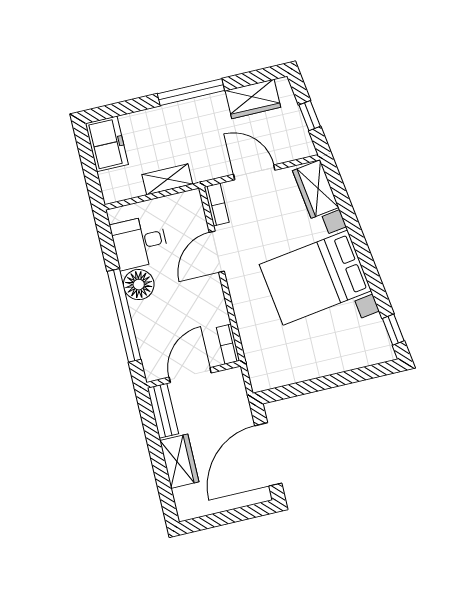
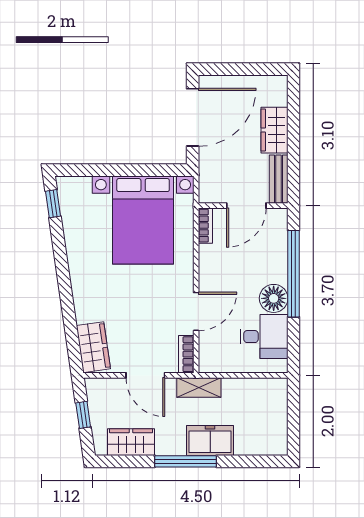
freezer: (107, 144) -> (210, 440), moved, turned 90
shelving: (167, 179) -> (199, 387), moved
bed with nightstands: (315, 278) -> (143, 220), moved, turned 98

